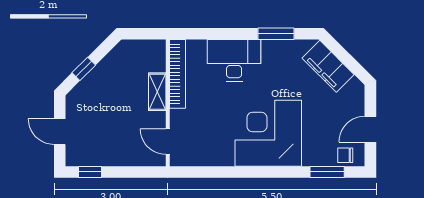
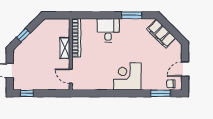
desk: (234, 60) -> (108, 30), width x0.73
corner desk: (268, 133) -> (127, 76), width x0.74, depth x0.74

